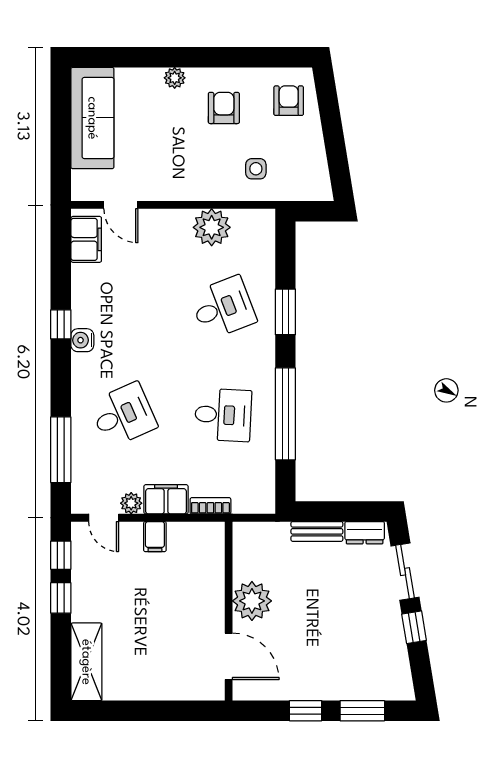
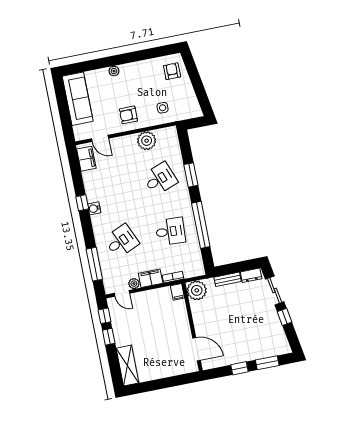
armchair: (224, 108) -> (128, 115), moved, turned -90
filing cabinet: (155, 537) -> (177, 292), moved
plant: (252, 601) -> (197, 290), moved

